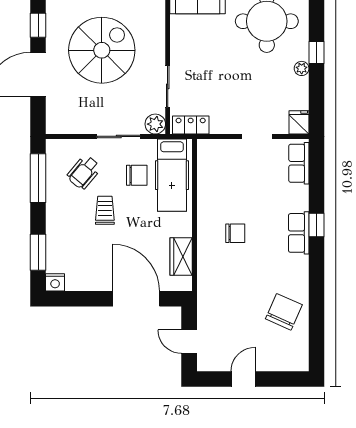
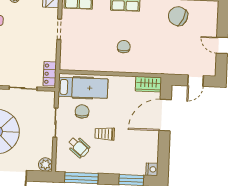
plant: (155, 124) -> (45, 165), moved
wardrobe: (181, 256) -> (148, 84), moved

